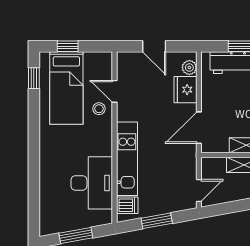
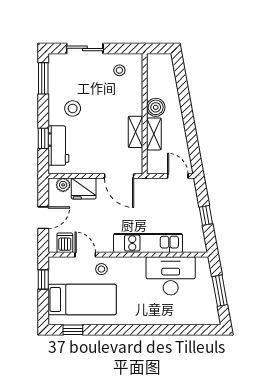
window: (68, 46) -> (43, 280), moved
door: (114, 91) -> (85, 255), swing flipped
dishwasher: (127, 205) -> (65, 243), moved
window: (157, 221) -> (206, 215), width x0.67

